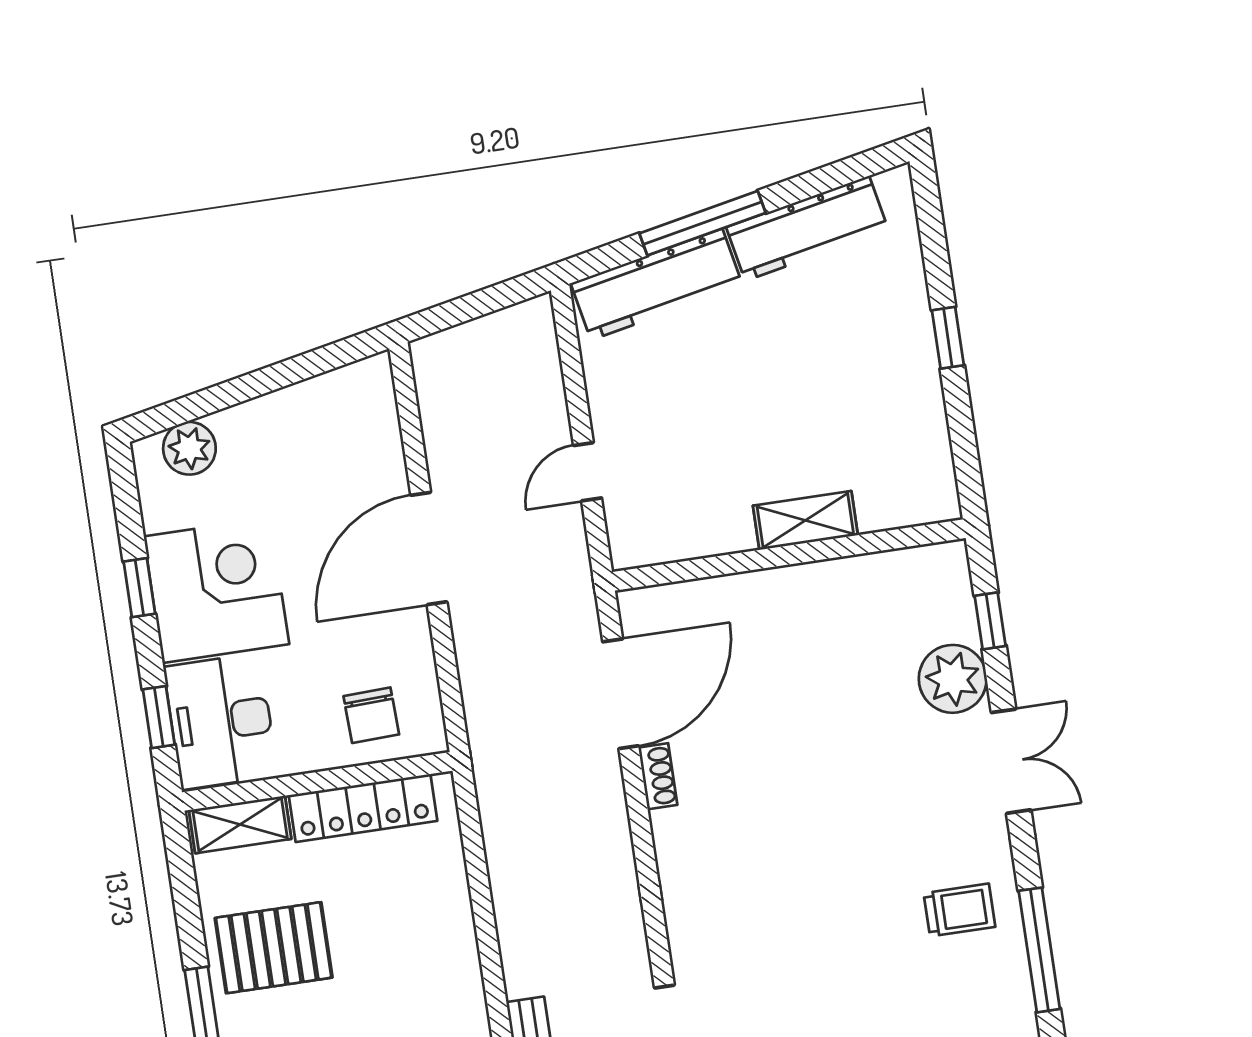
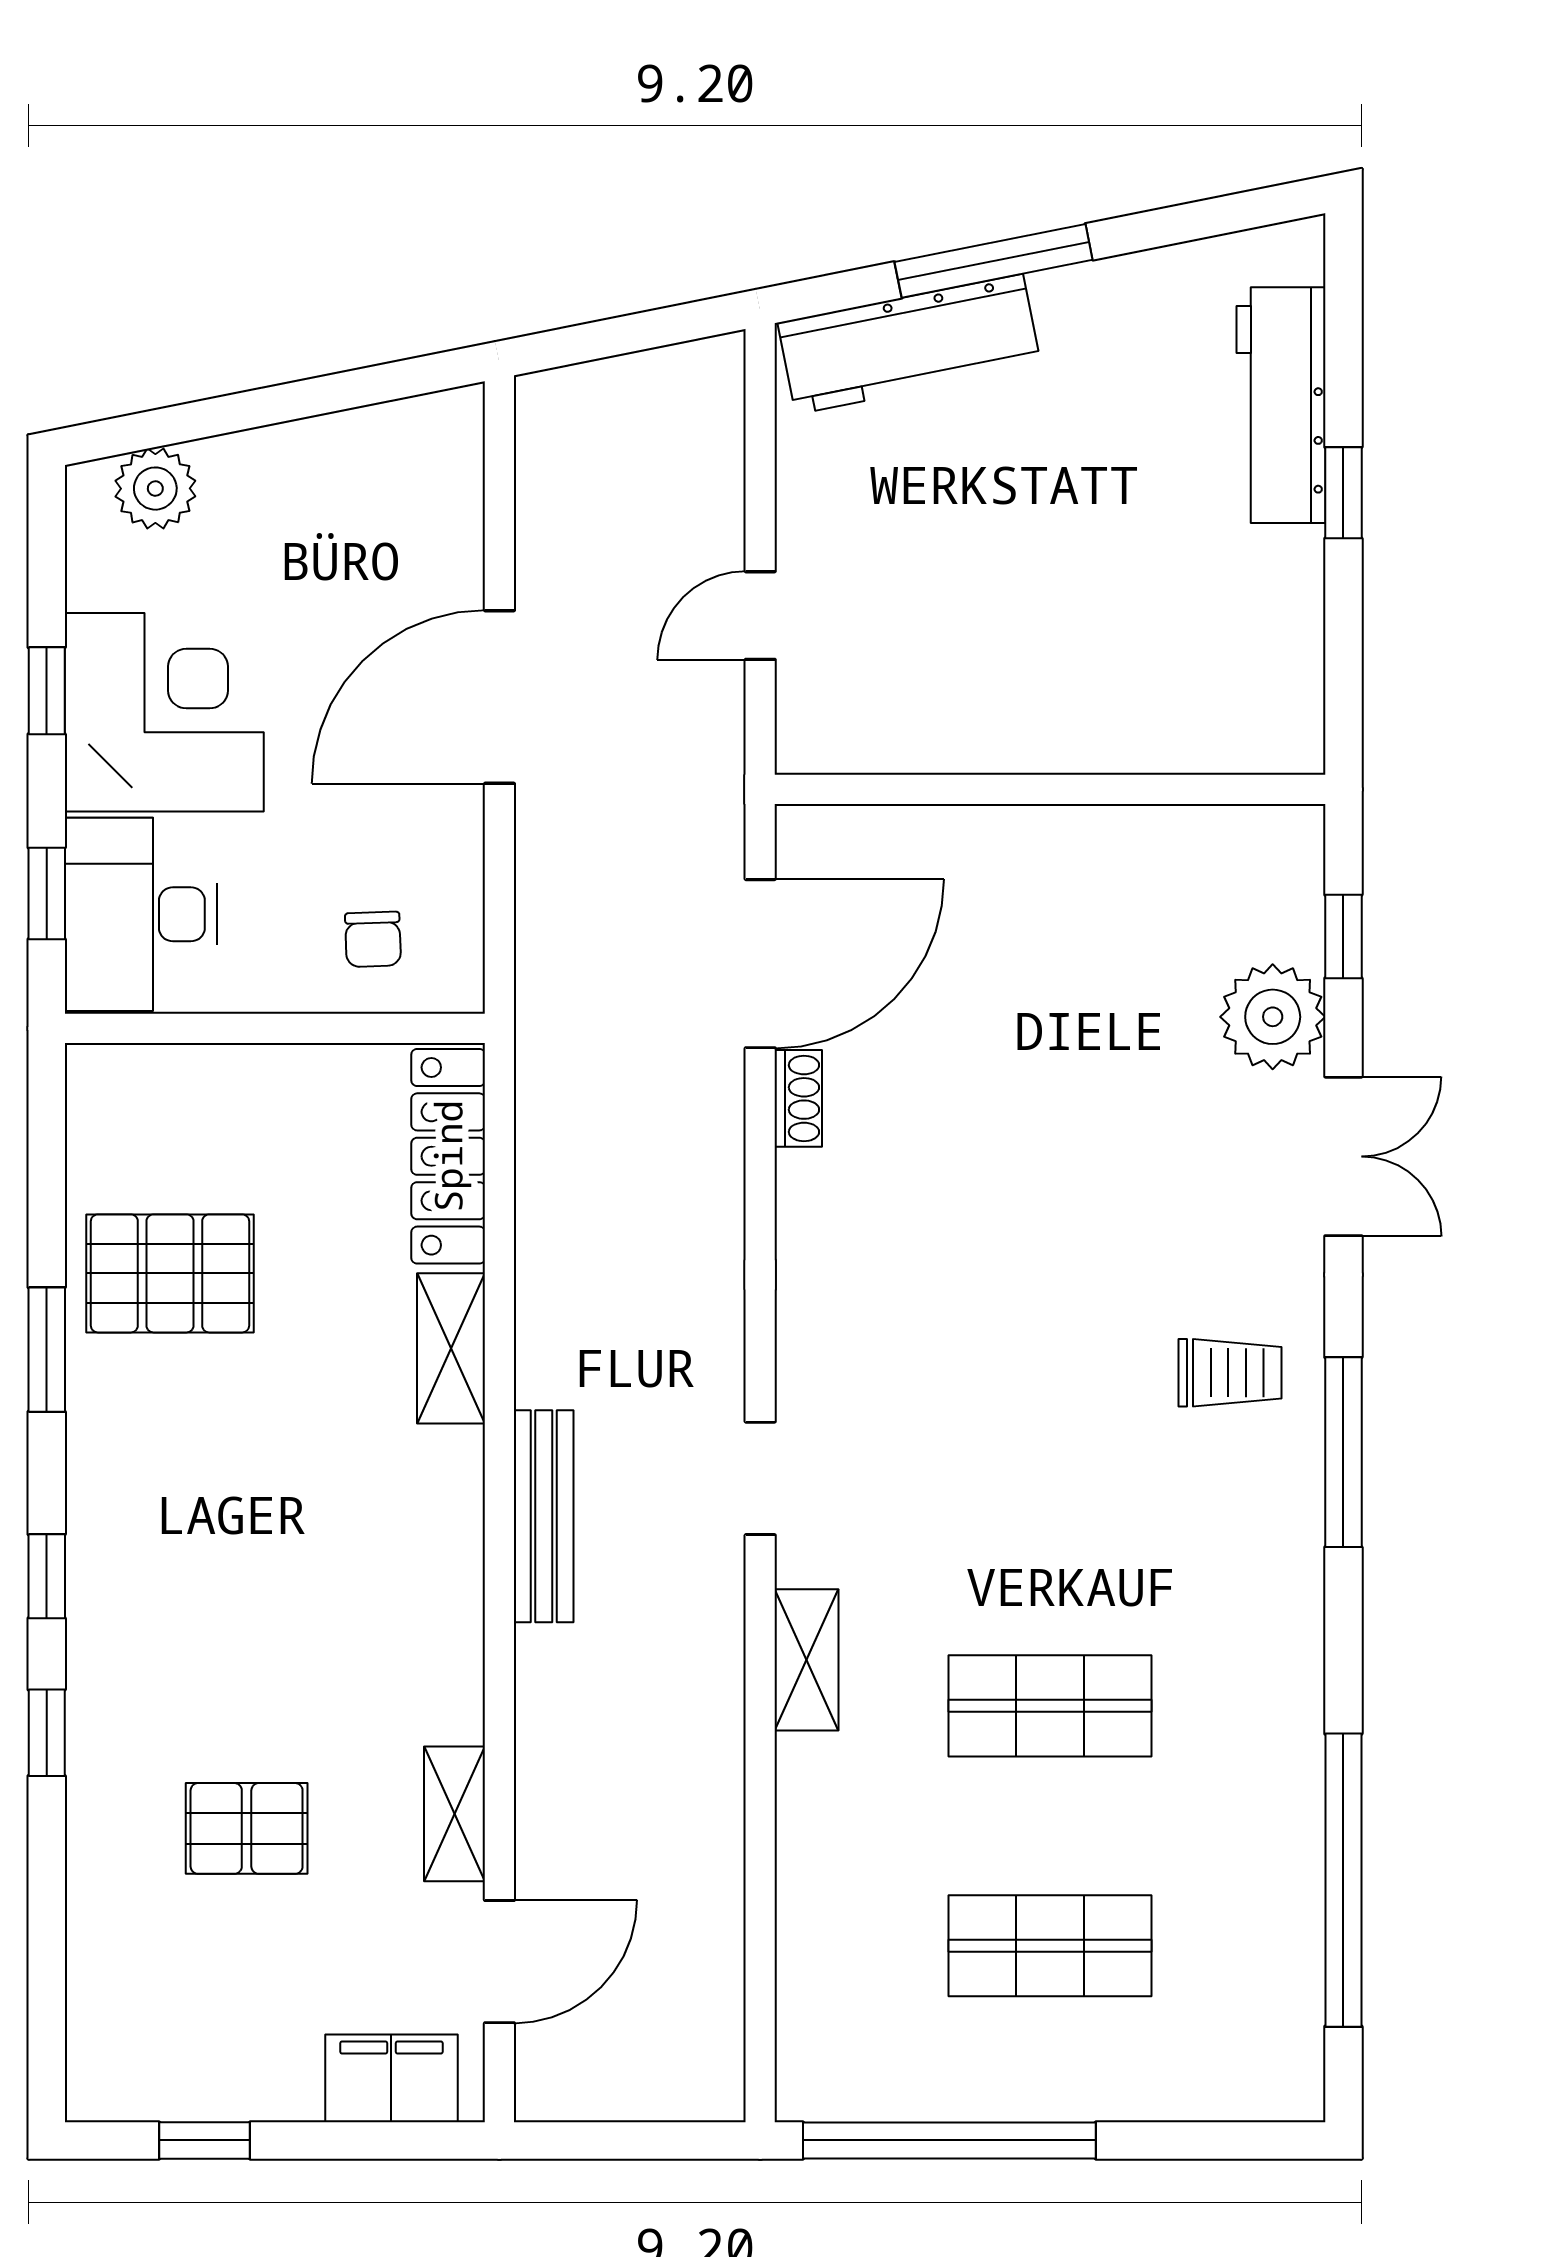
workbench: (807, 228) -> (1281, 405), moved, turned 101
shelving: (805, 520) -> (1083, 740), removed
chair: (371, 715) -> (373, 939), width x0.73, depth x0.73
locker: (363, 808) -> (448, 1156), moved, turned 90
shelving: (240, 825) -> (451, 1348), moved, turned 90

